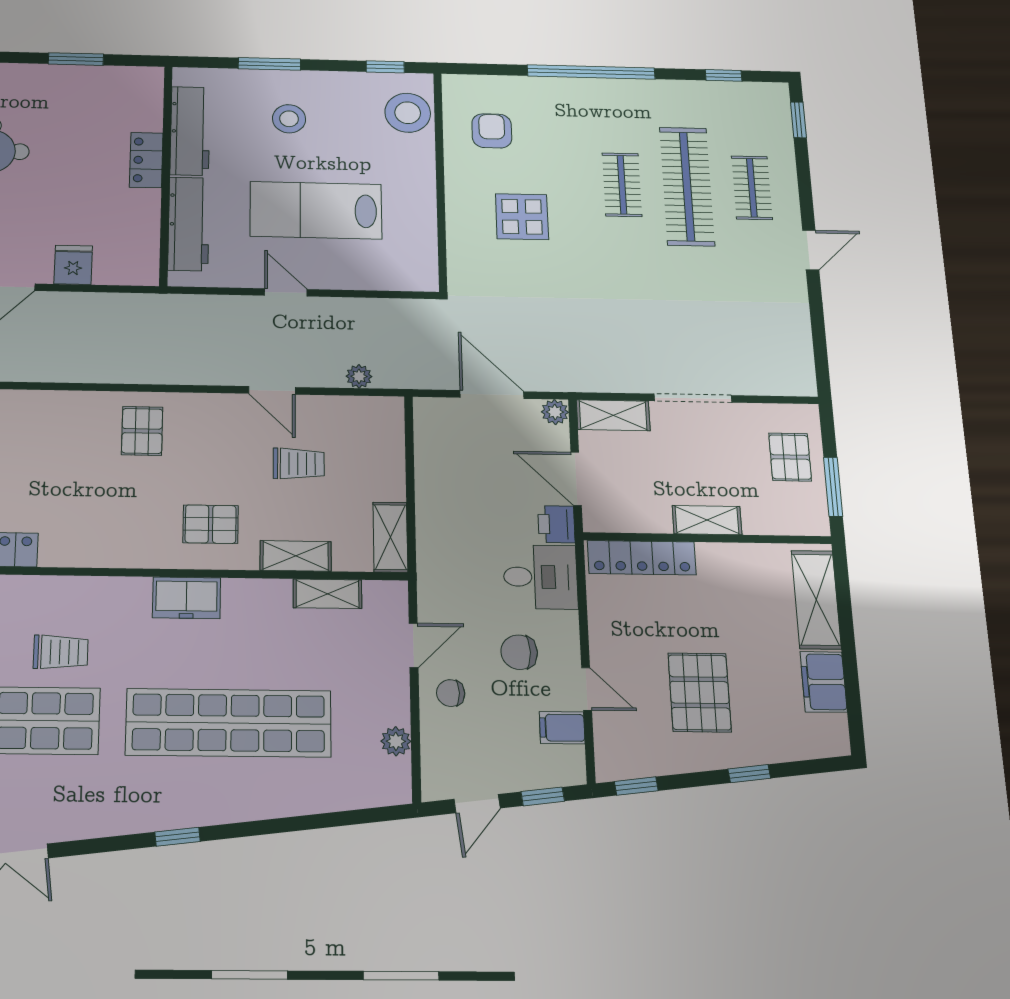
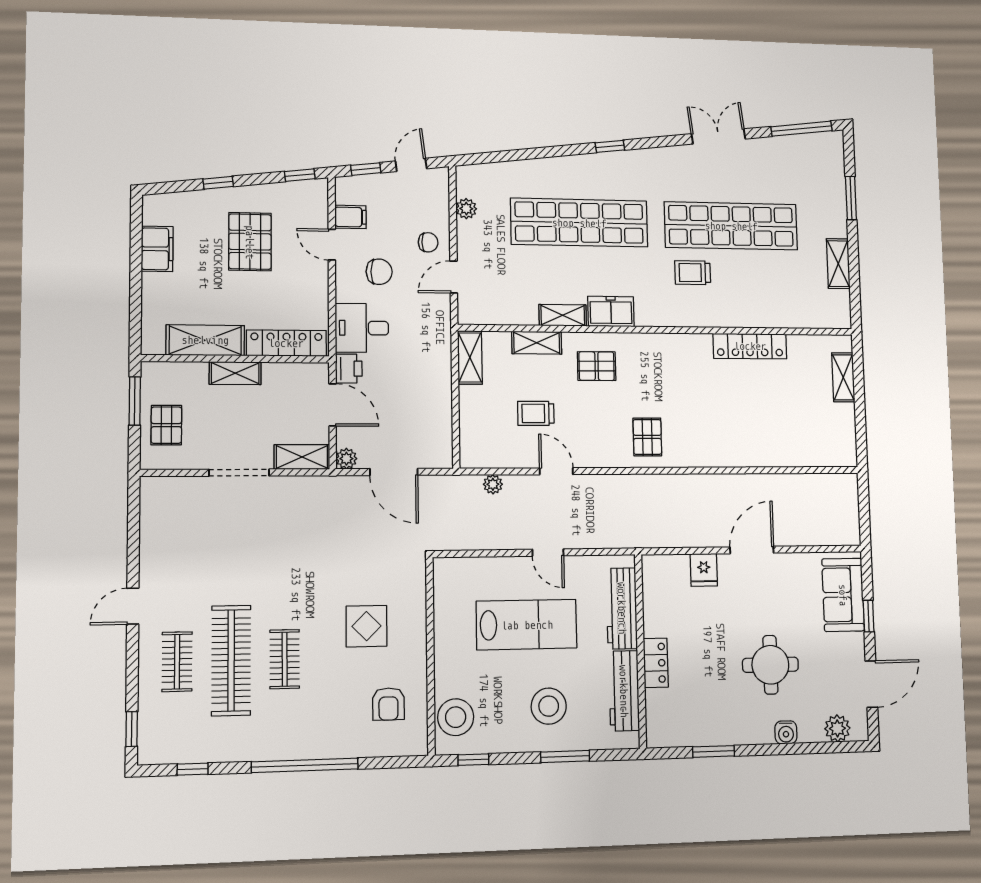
stool: (289, 119) -> (549, 706), width x1.38, depth x1.38
shelving: (328, 594) -> (563, 315), moved
shelving: (816, 600) -> (205, 340), moved, turned 90

